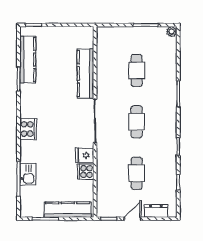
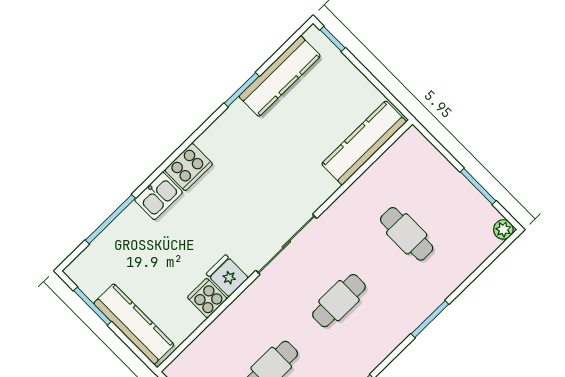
cafe table: (137, 70) -> (407, 234), turned 90
kitchen counter: (85, 73) -> (364, 143), moved
kitchen sink: (28, 174) -> (158, 196), moved

